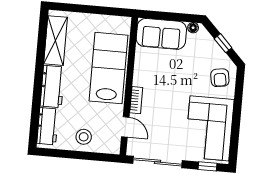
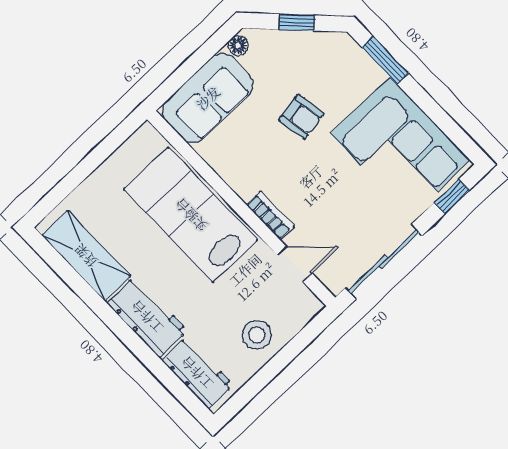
armchair: (220, 78) -> (301, 117), moved
window: (239, 92) -> (385, 60), added

